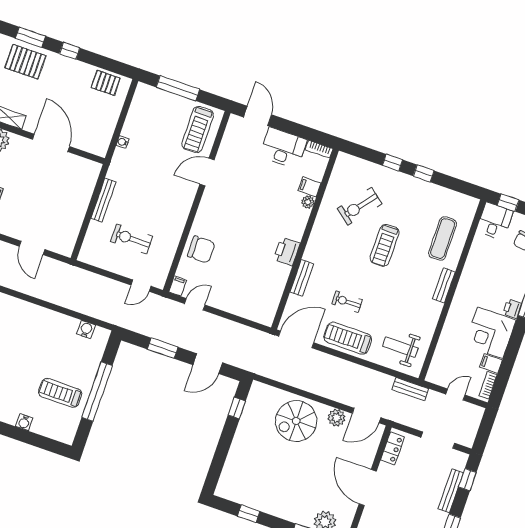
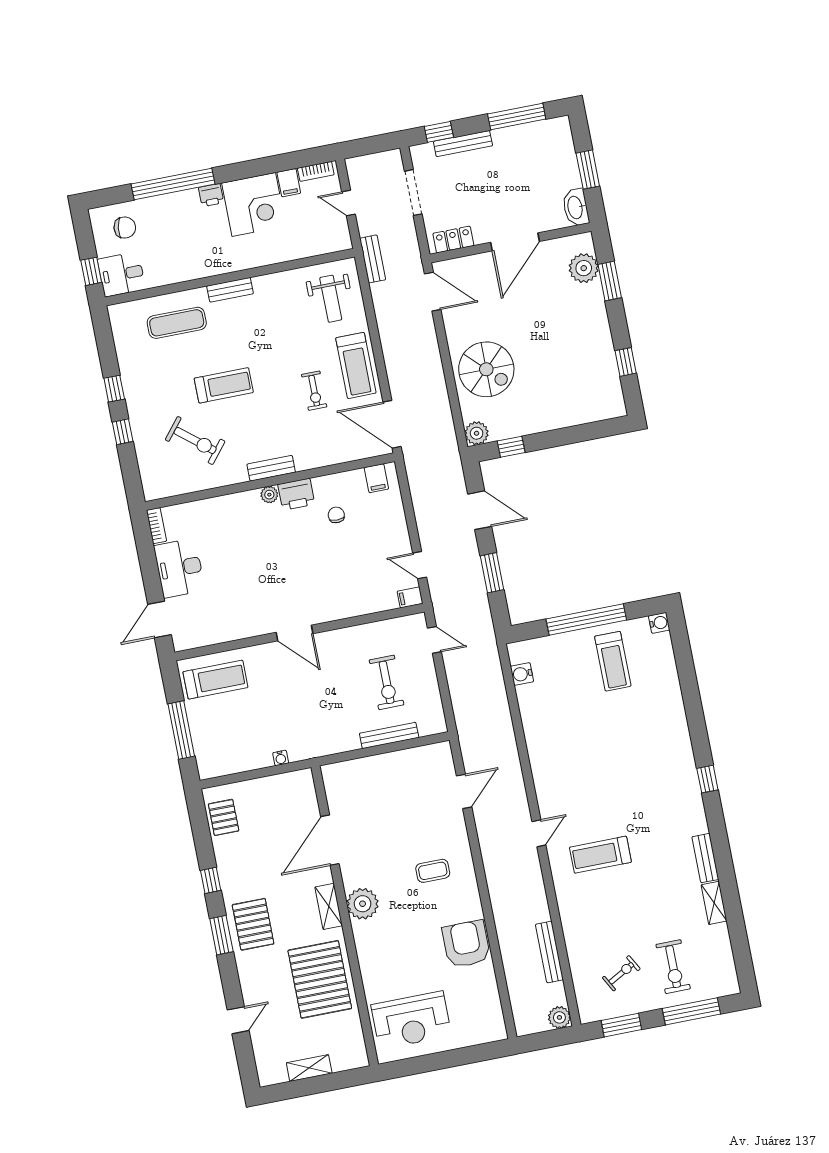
door: (207, 172) -> (295, 633), moved
filing cabinet: (309, 187) -> (376, 478), moved
bench: (103, 200) -> (389, 735), moved
plant: (308, 202) -> (269, 495), moved
chair: (201, 249) -> (336, 515), moved, width x0.54, depth x0.54
bench: (302, 278) -> (271, 468), moved
plant: (337, 418) -> (477, 433), moved
water cooler: (24, 422) -> (659, 623), moved

